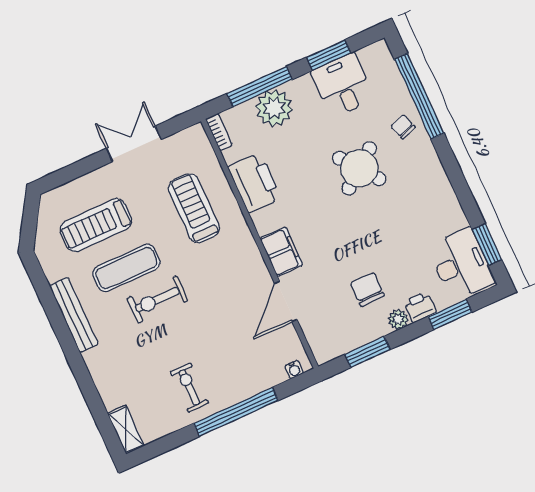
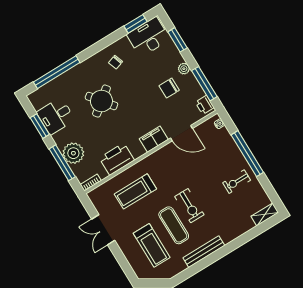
chair: (403, 127) -> (116, 62), moved
printer: (420, 307) -> (205, 105), moved
window: (367, 352) -> (204, 84), width x1.44

